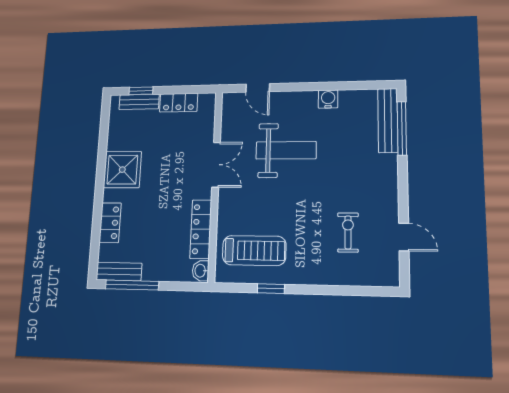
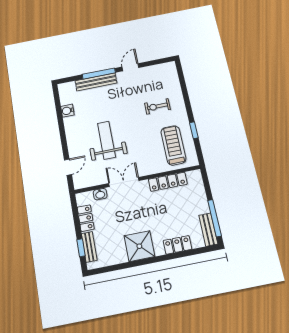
water cooler: (328, 99) -> (67, 111), moved
bench: (388, 120) -> (96, 82), moved
window: (402, 128) -> (99, 74), moved
exercise bike: (348, 232) -> (157, 106), moved
door: (404, 237) -> (130, 67), moved
washbasin: (201, 271) -> (100, 194), moved

